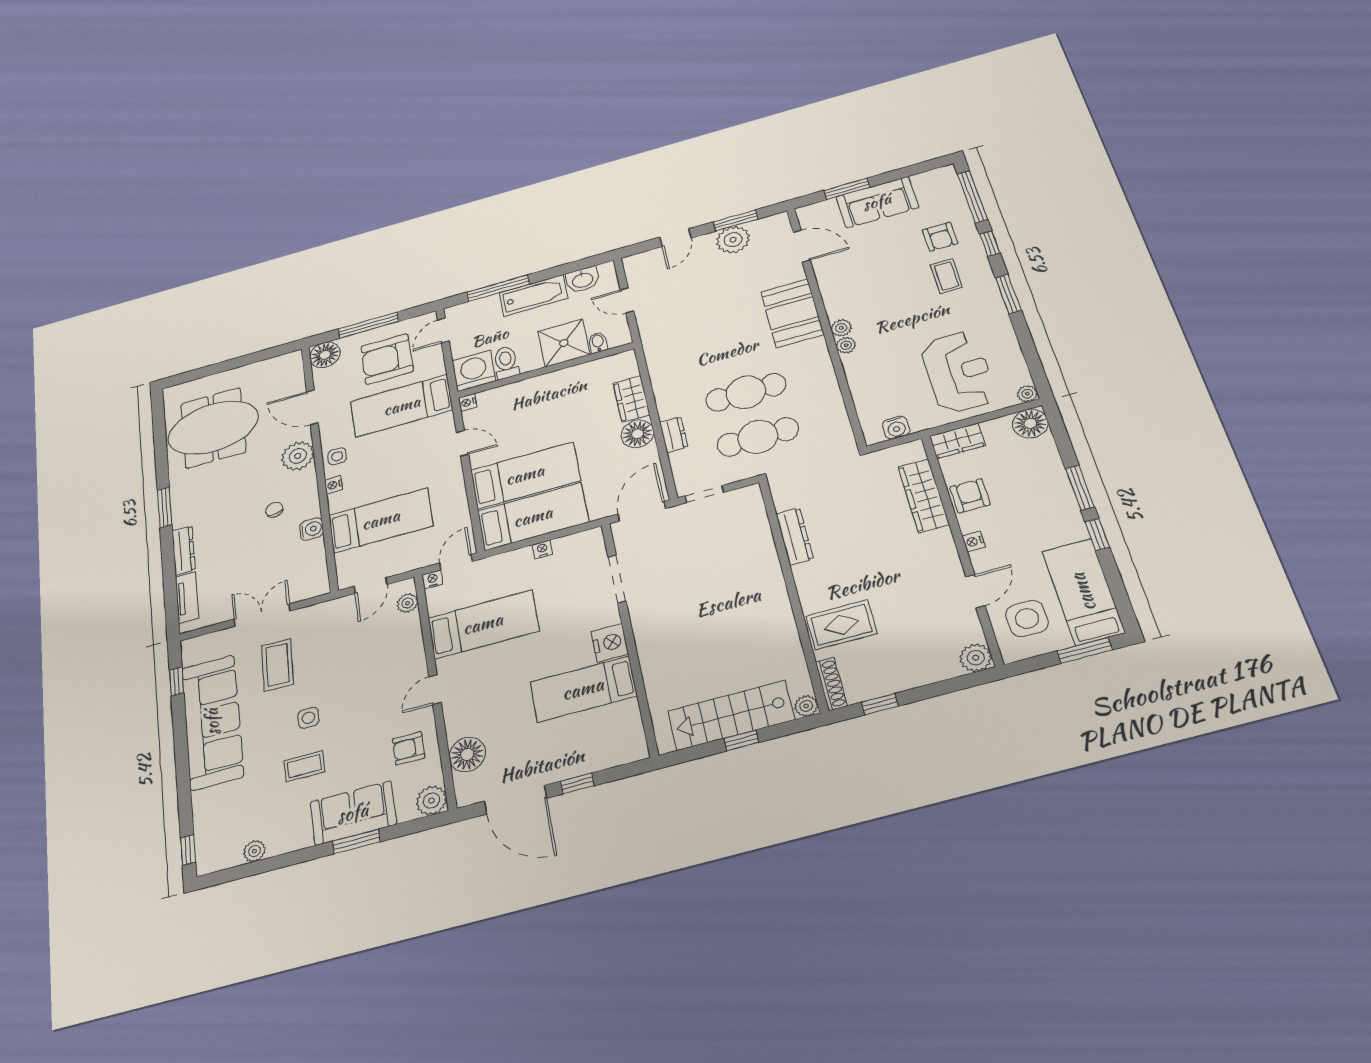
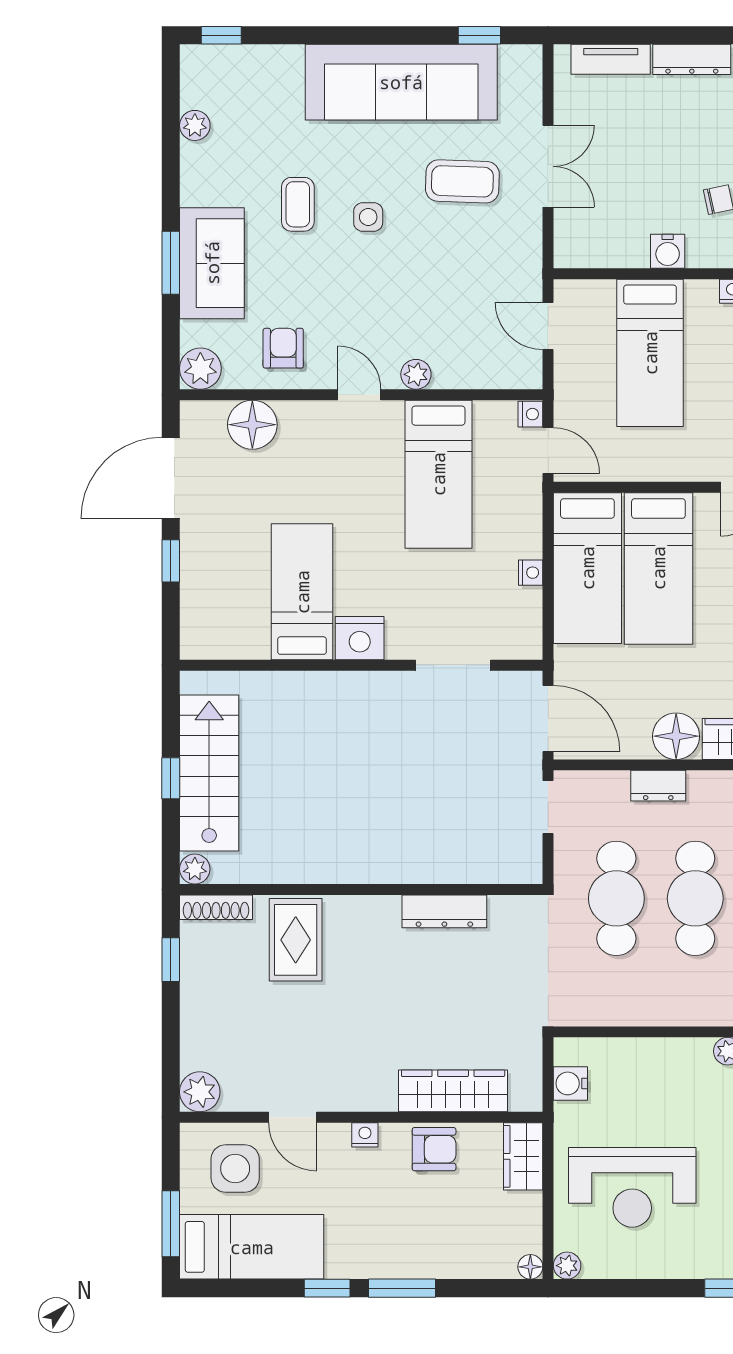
floor lamp: (1030, 423) -> (530, 1267), width x0.53, depth x0.53
plant: (407, 603) -> (416, 374), moved

